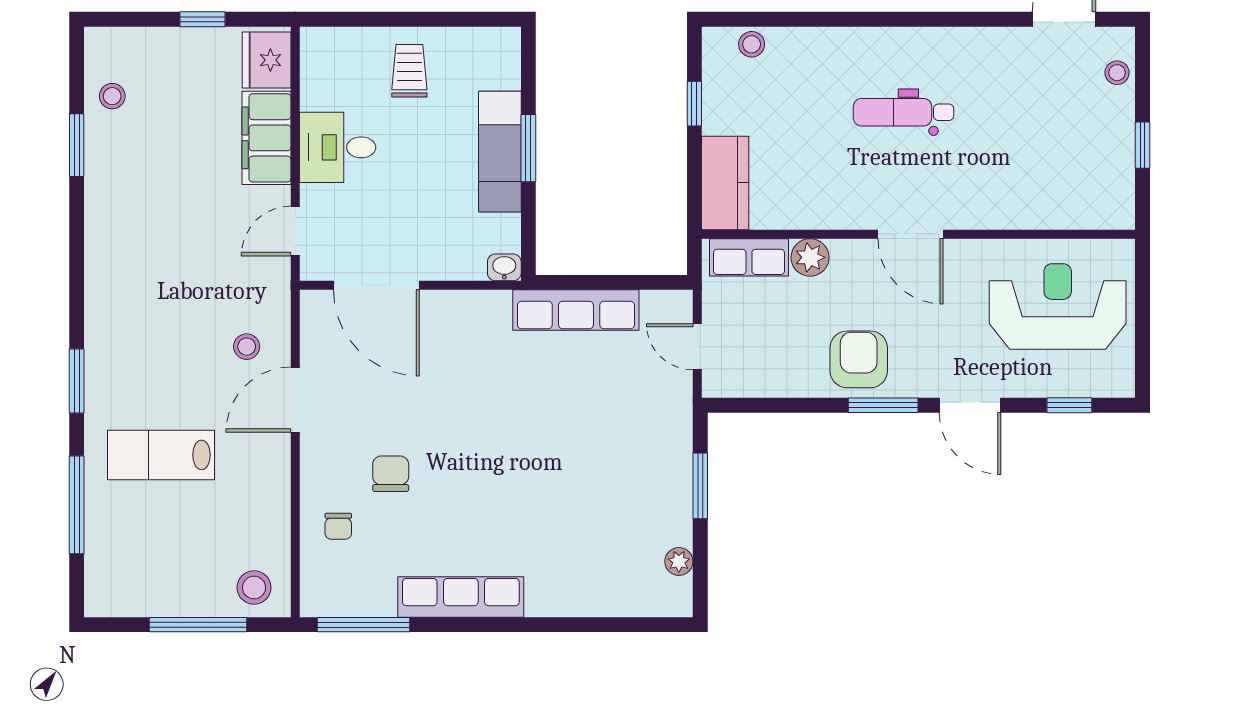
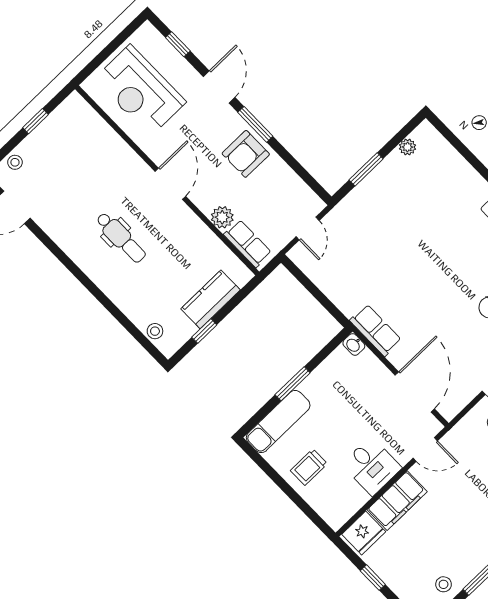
exam couch: (500, 152) -> (278, 422), moved
kitchen counter: (725, 183) -> (211, 299), moved
row of seats: (576, 310) -> (376, 330), moved, width x0.68

